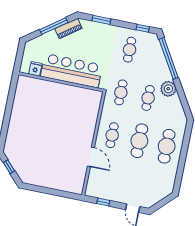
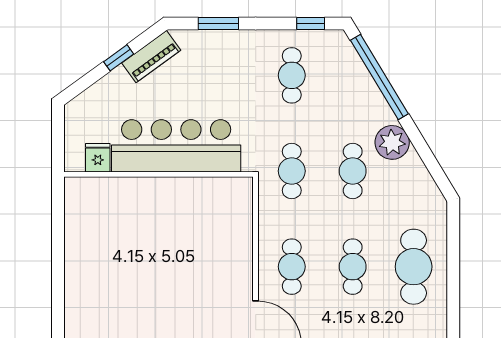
window: (54, 26) -> (119, 58), width x0.46
cafe table: (139, 141) -> (353, 267), width x0.73, depth x0.74

